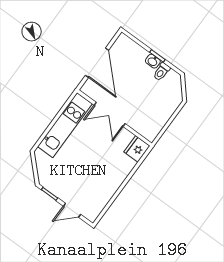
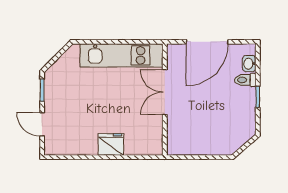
washbasin: (153, 61) -> (249, 64), moved
toilet: (162, 72) -> (245, 80), moved
fridge: (137, 149) -> (111, 144), moved

